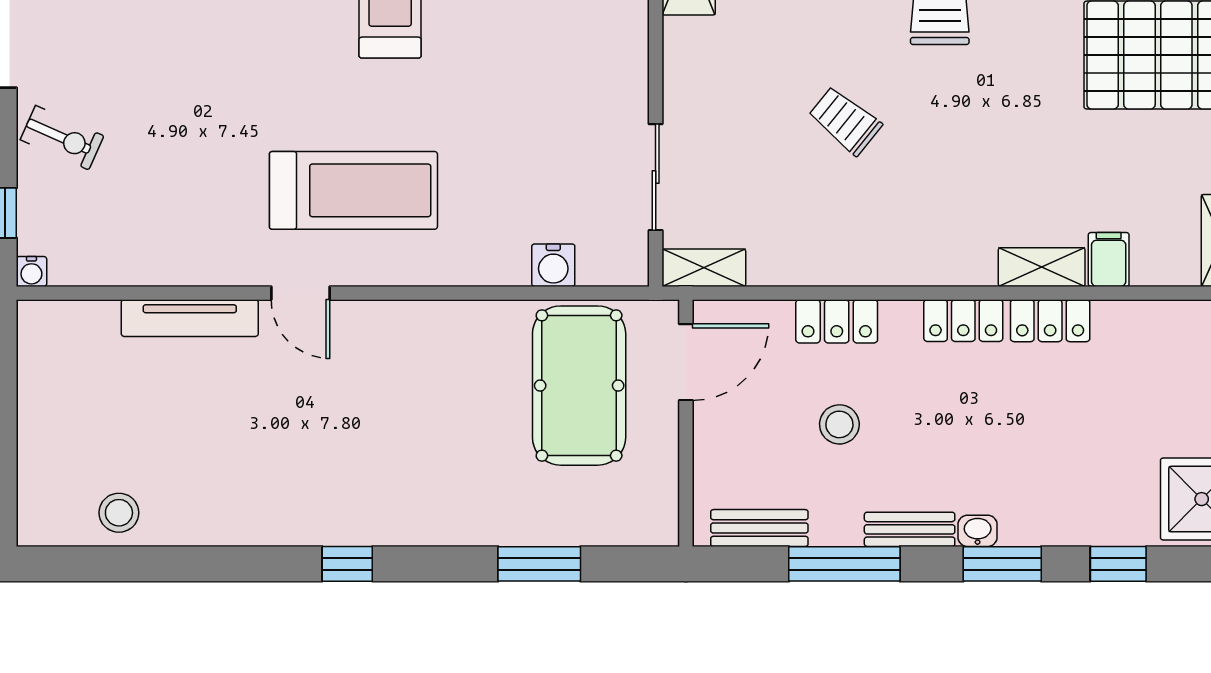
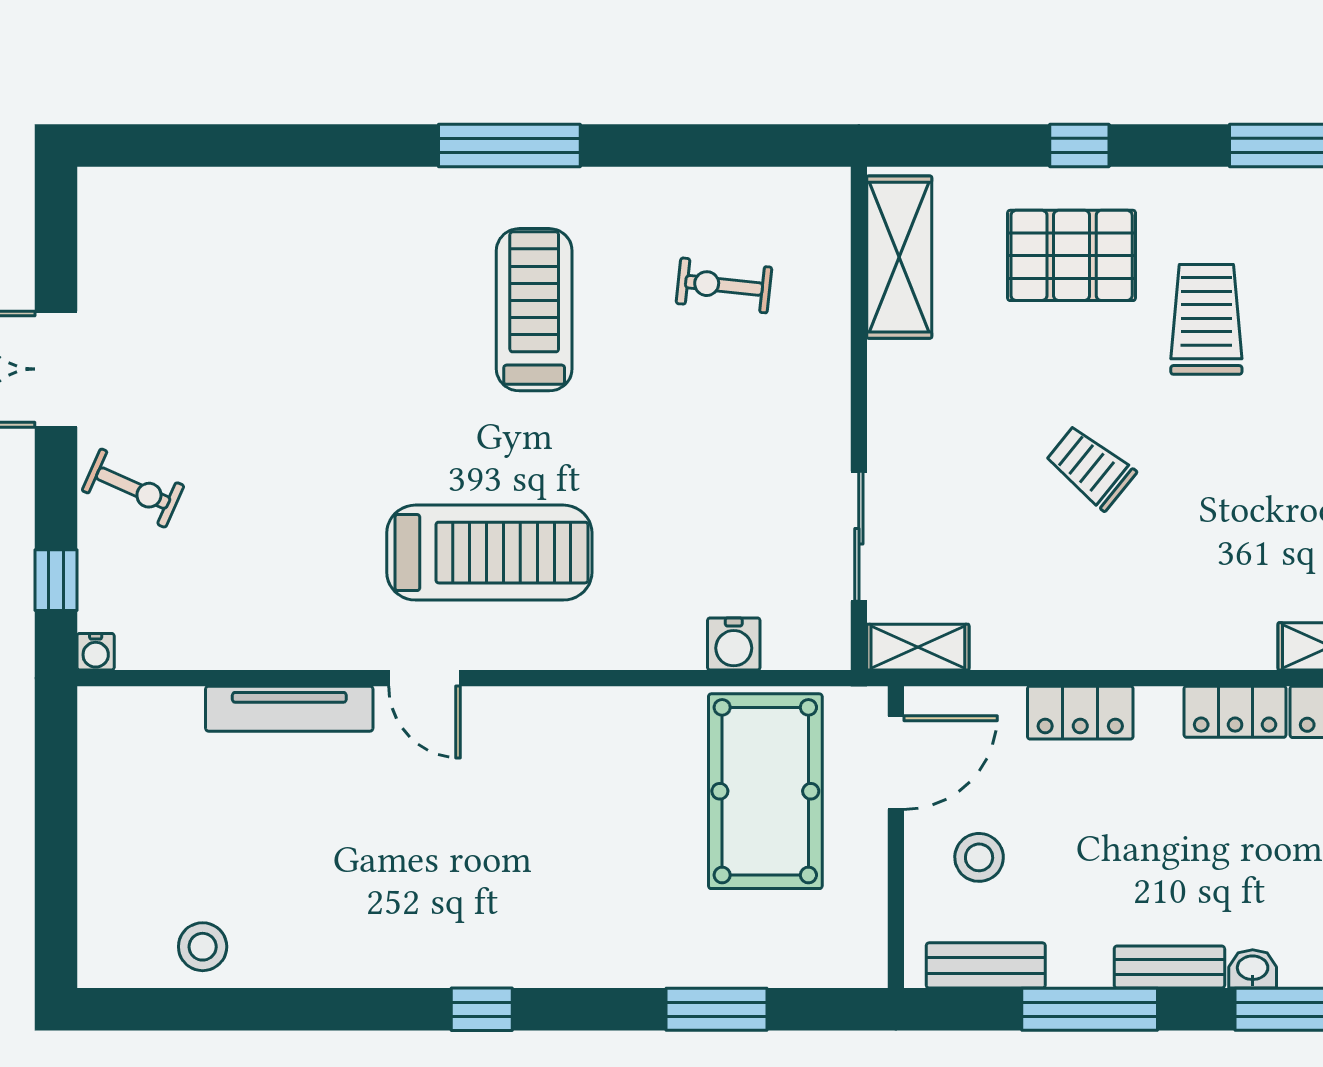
stool: (839, 424) -> (979, 857), moved

